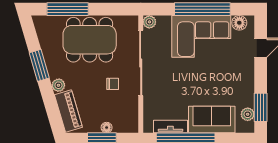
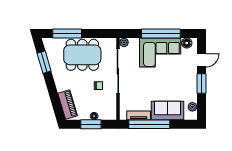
window: (39, 65) -> (44, 62), moved
plant: (58, 85) -> (61, 87), removed
window: (261, 107) -> (201, 83), moved

